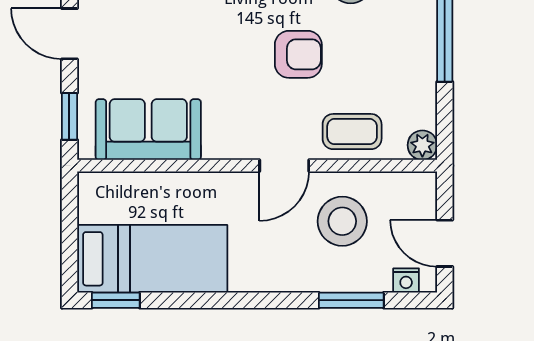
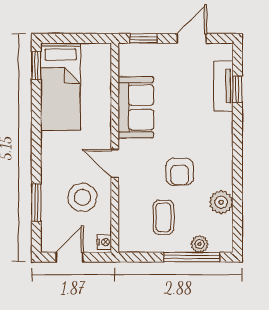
sofa: (148, 130) -> (136, 107), moved
coffee table: (352, 132) -> (163, 217), moved
plant: (422, 145) -> (200, 244), moved
nightstand: (406, 280) -> (104, 242), moved, turned 180

